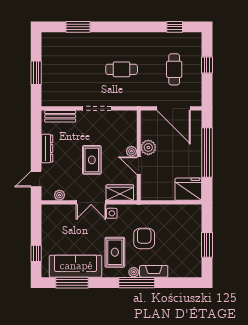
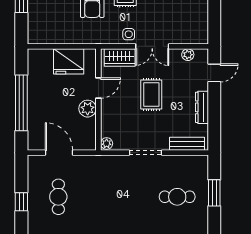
cafe table: (122, 69) -> (177, 197), moved
door: (174, 108) -> (59, 153), width x0.73
plant: (131, 151) -> (107, 144), moved
door: (139, 166) -> (98, 88), hinge flipped
fridge: (188, 189) -> (69, 61), moved
double door: (91, 202) -> (152, 46), swing flipped

